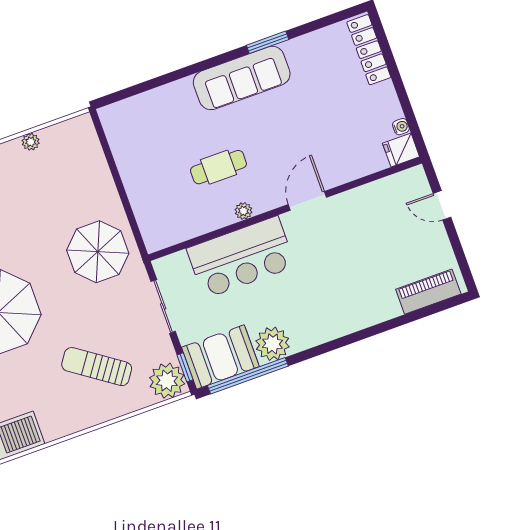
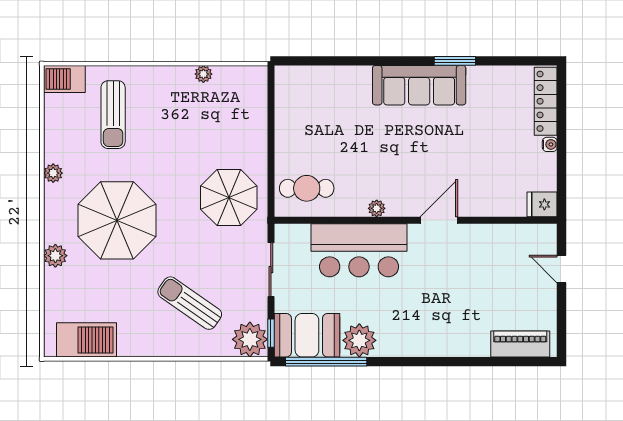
water cooler: (401, 127) -> (550, 144), moved
cafe table: (218, 167) -> (307, 188), moved

